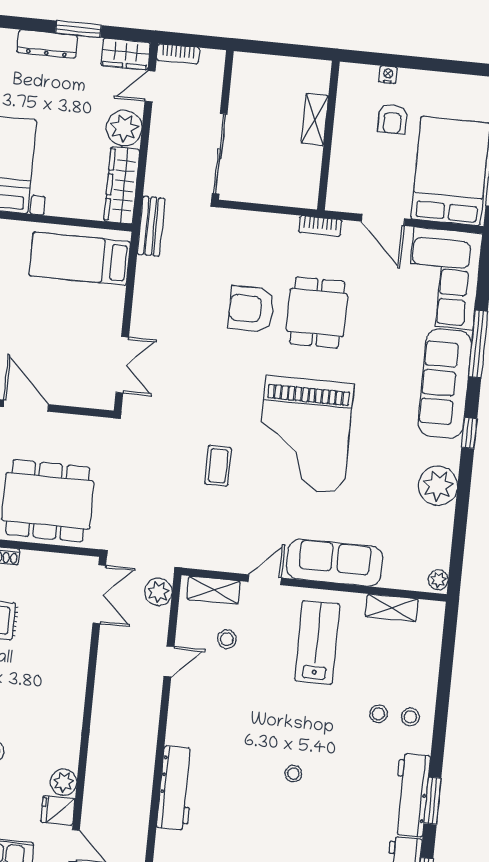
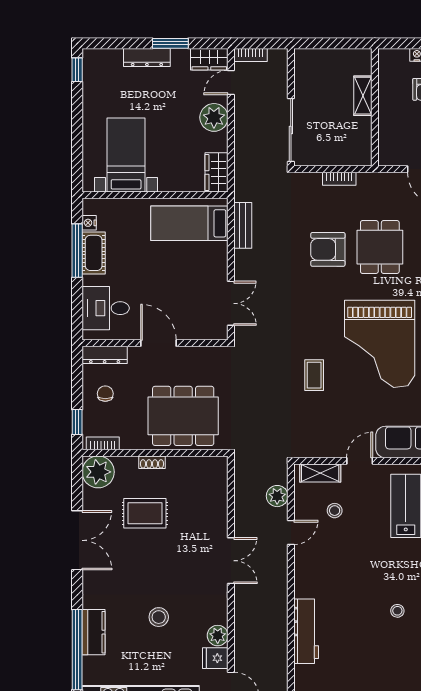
wardrobe: (122, 185) -> (217, 172), width x0.67
bench: (151, 226) -> (243, 225), moved
bookcase: (320, 226) -> (339, 179), moved
plant: (158, 592) -> (277, 496), moved
double door: (99, 594) -> (231, 561), moved

